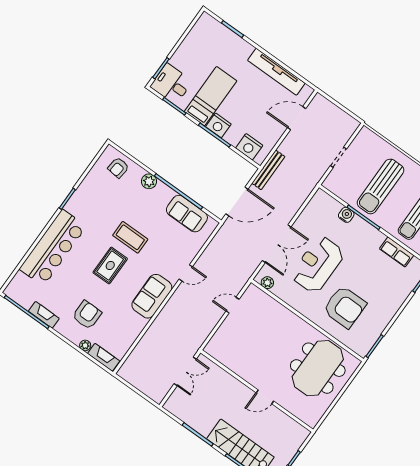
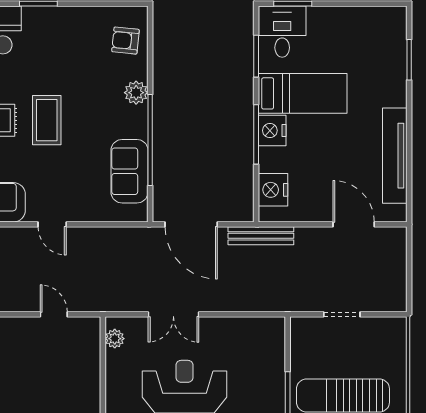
water cooler: (346, 215) -> (275, 378), removed
double door: (277, 244) -> (173, 314), width x0.73

